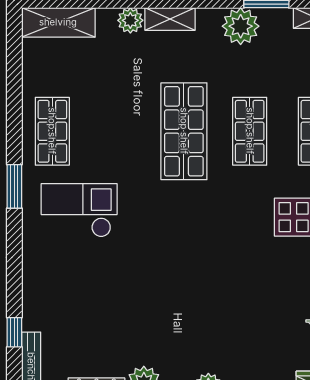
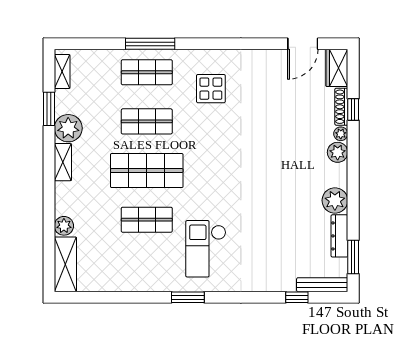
shelving: (170, 19) -> (63, 162), moved
plant: (130, 20) -> (64, 226), moved
shop shelf: (52, 131) -> (147, 220), moved

